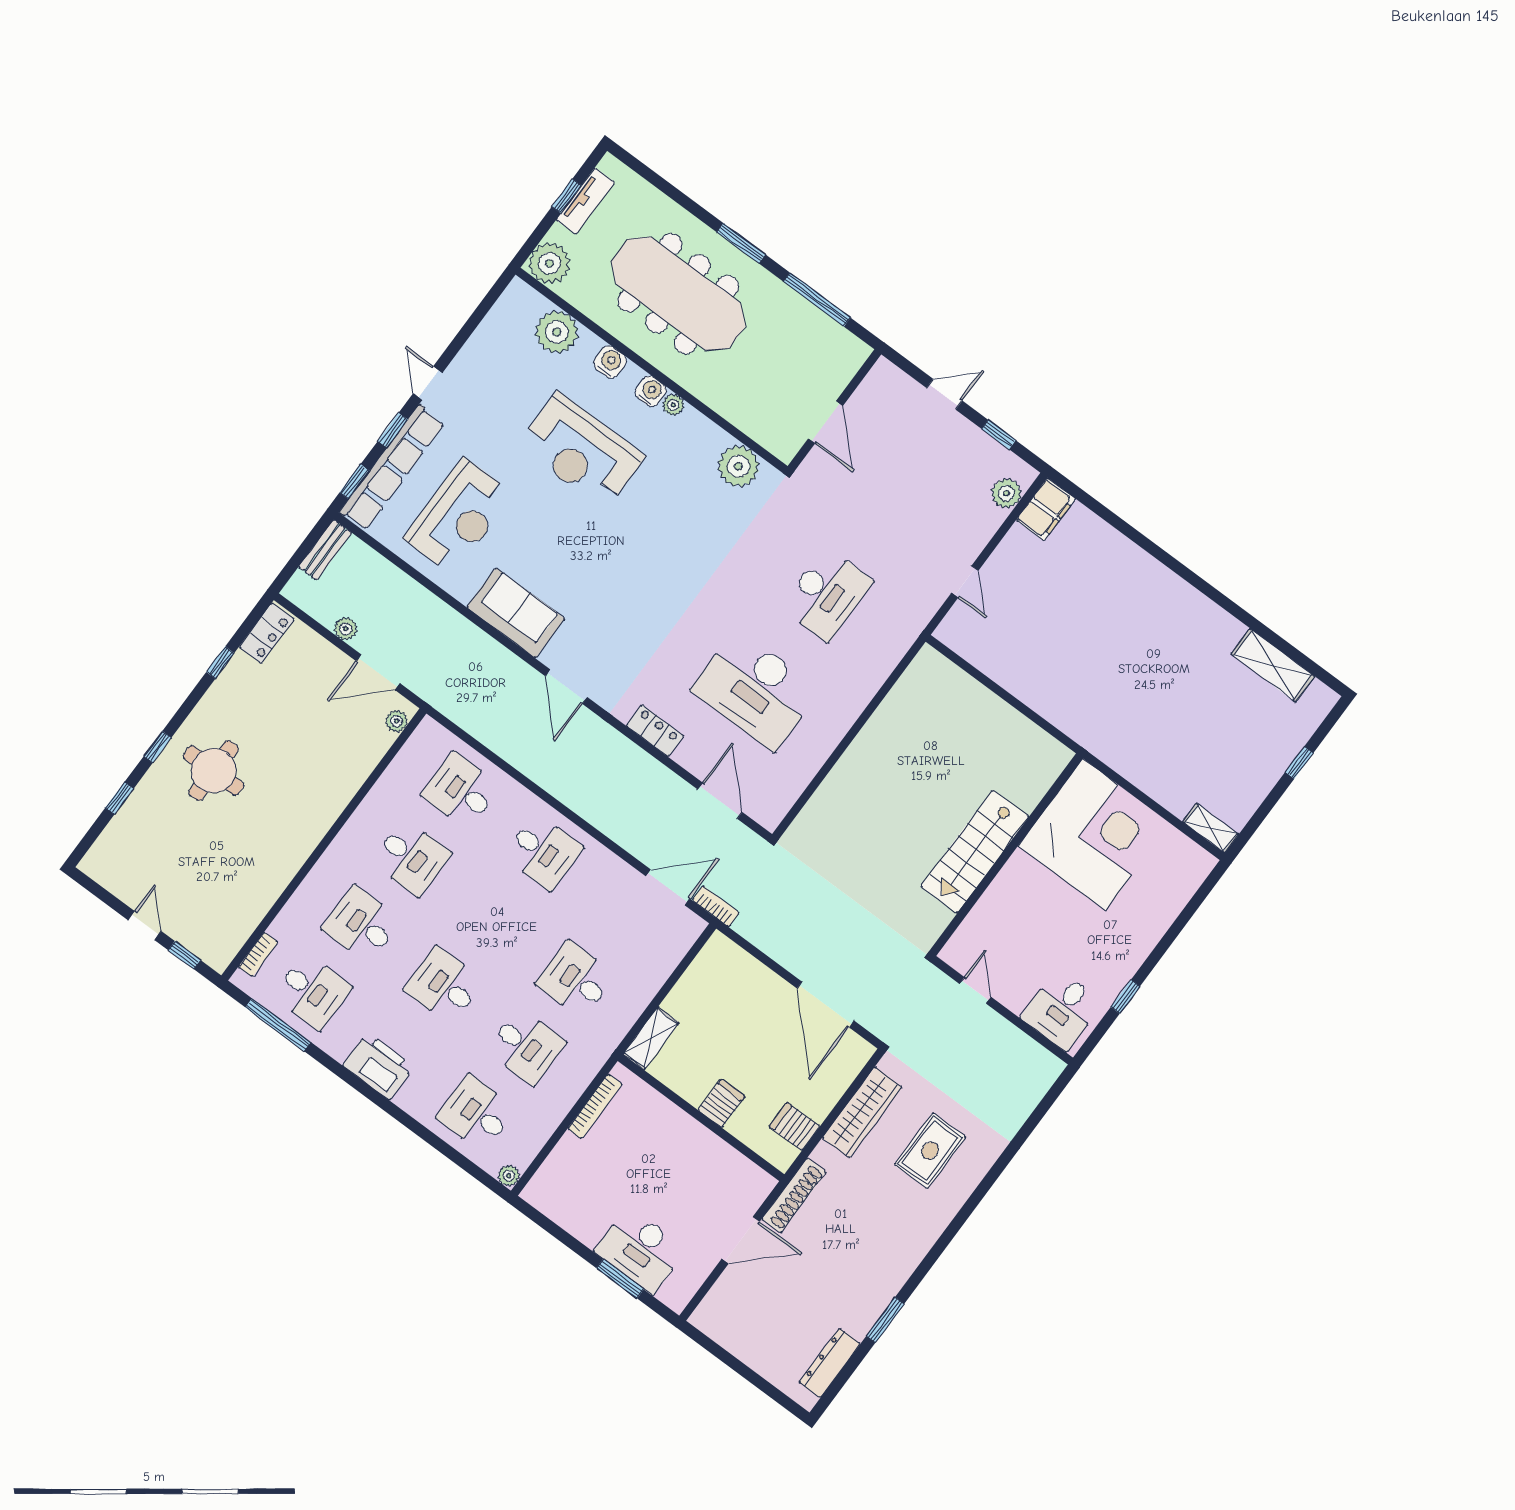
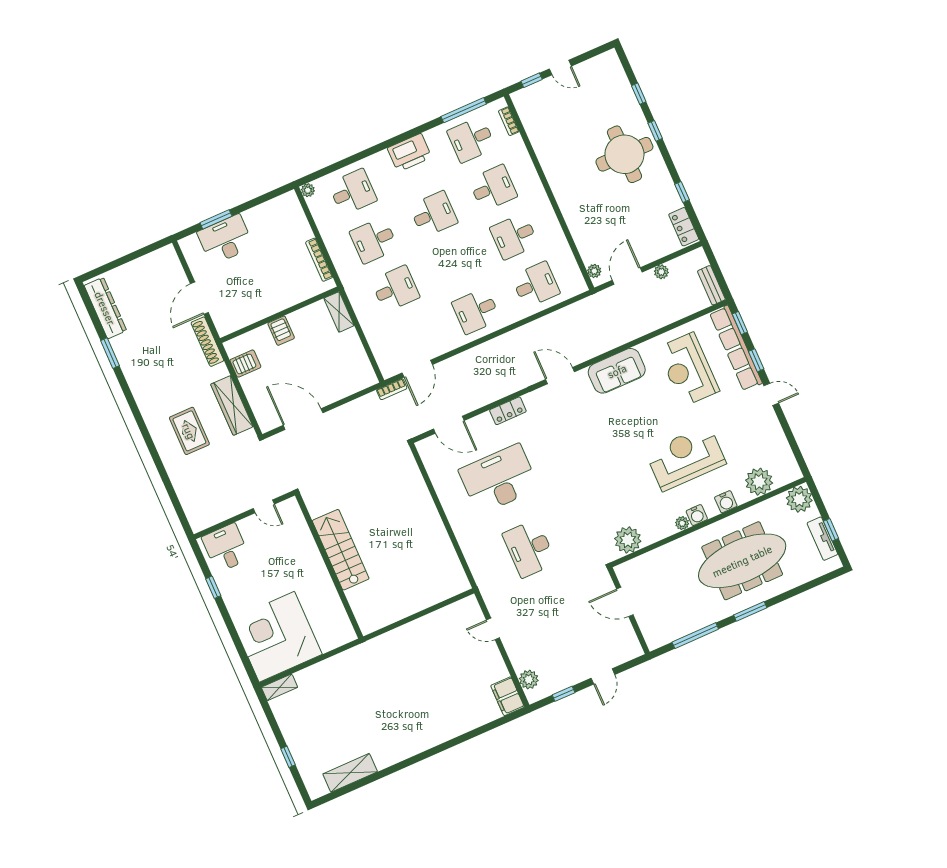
round table: (213, 771) -> (624, 154), width x1.36, depth x1.36
corner desk: (1094, 835) -> (277, 637), moved, turned 90
dresser: (830, 1363) -> (105, 308), width x1.37, depth x1.24

